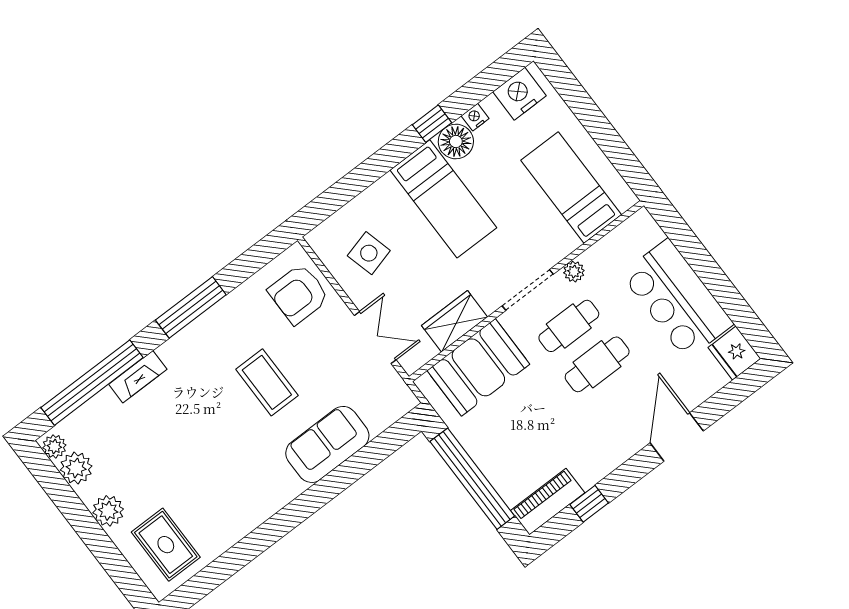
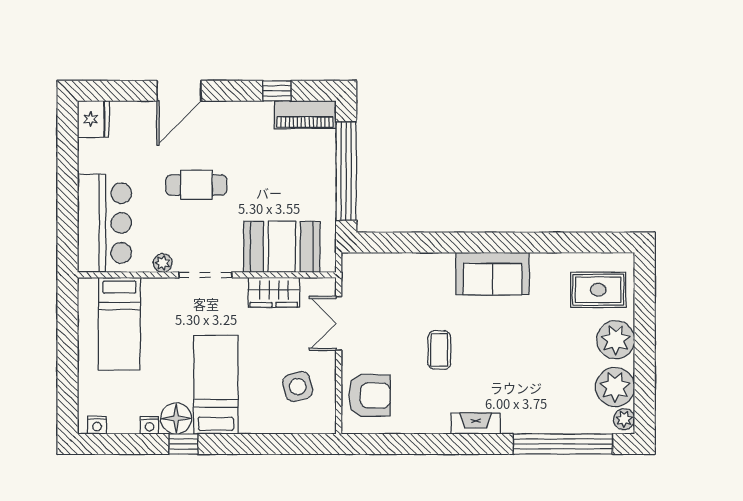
nightstand: (519, 94) -> (97, 425), width x0.53, depth x0.56
bar counter: (677, 299) -> (104, 223), moved
window: (191, 307) -> (453, 444), removed
cafe table: (569, 326) -> (196, 227), removed
fireplace: (138, 377) -> (476, 423), moved
coffee table: (267, 382) -> (439, 350), width x0.73, depth x0.77
sofa: (327, 444) -> (492, 274), moved
plant: (76, 468) -> (615, 387), width x1.36, depth x1.36
plant: (108, 511) -> (616, 340), width x1.36, depth x1.36
rug: (166, 545) -> (598, 290), turned 90

